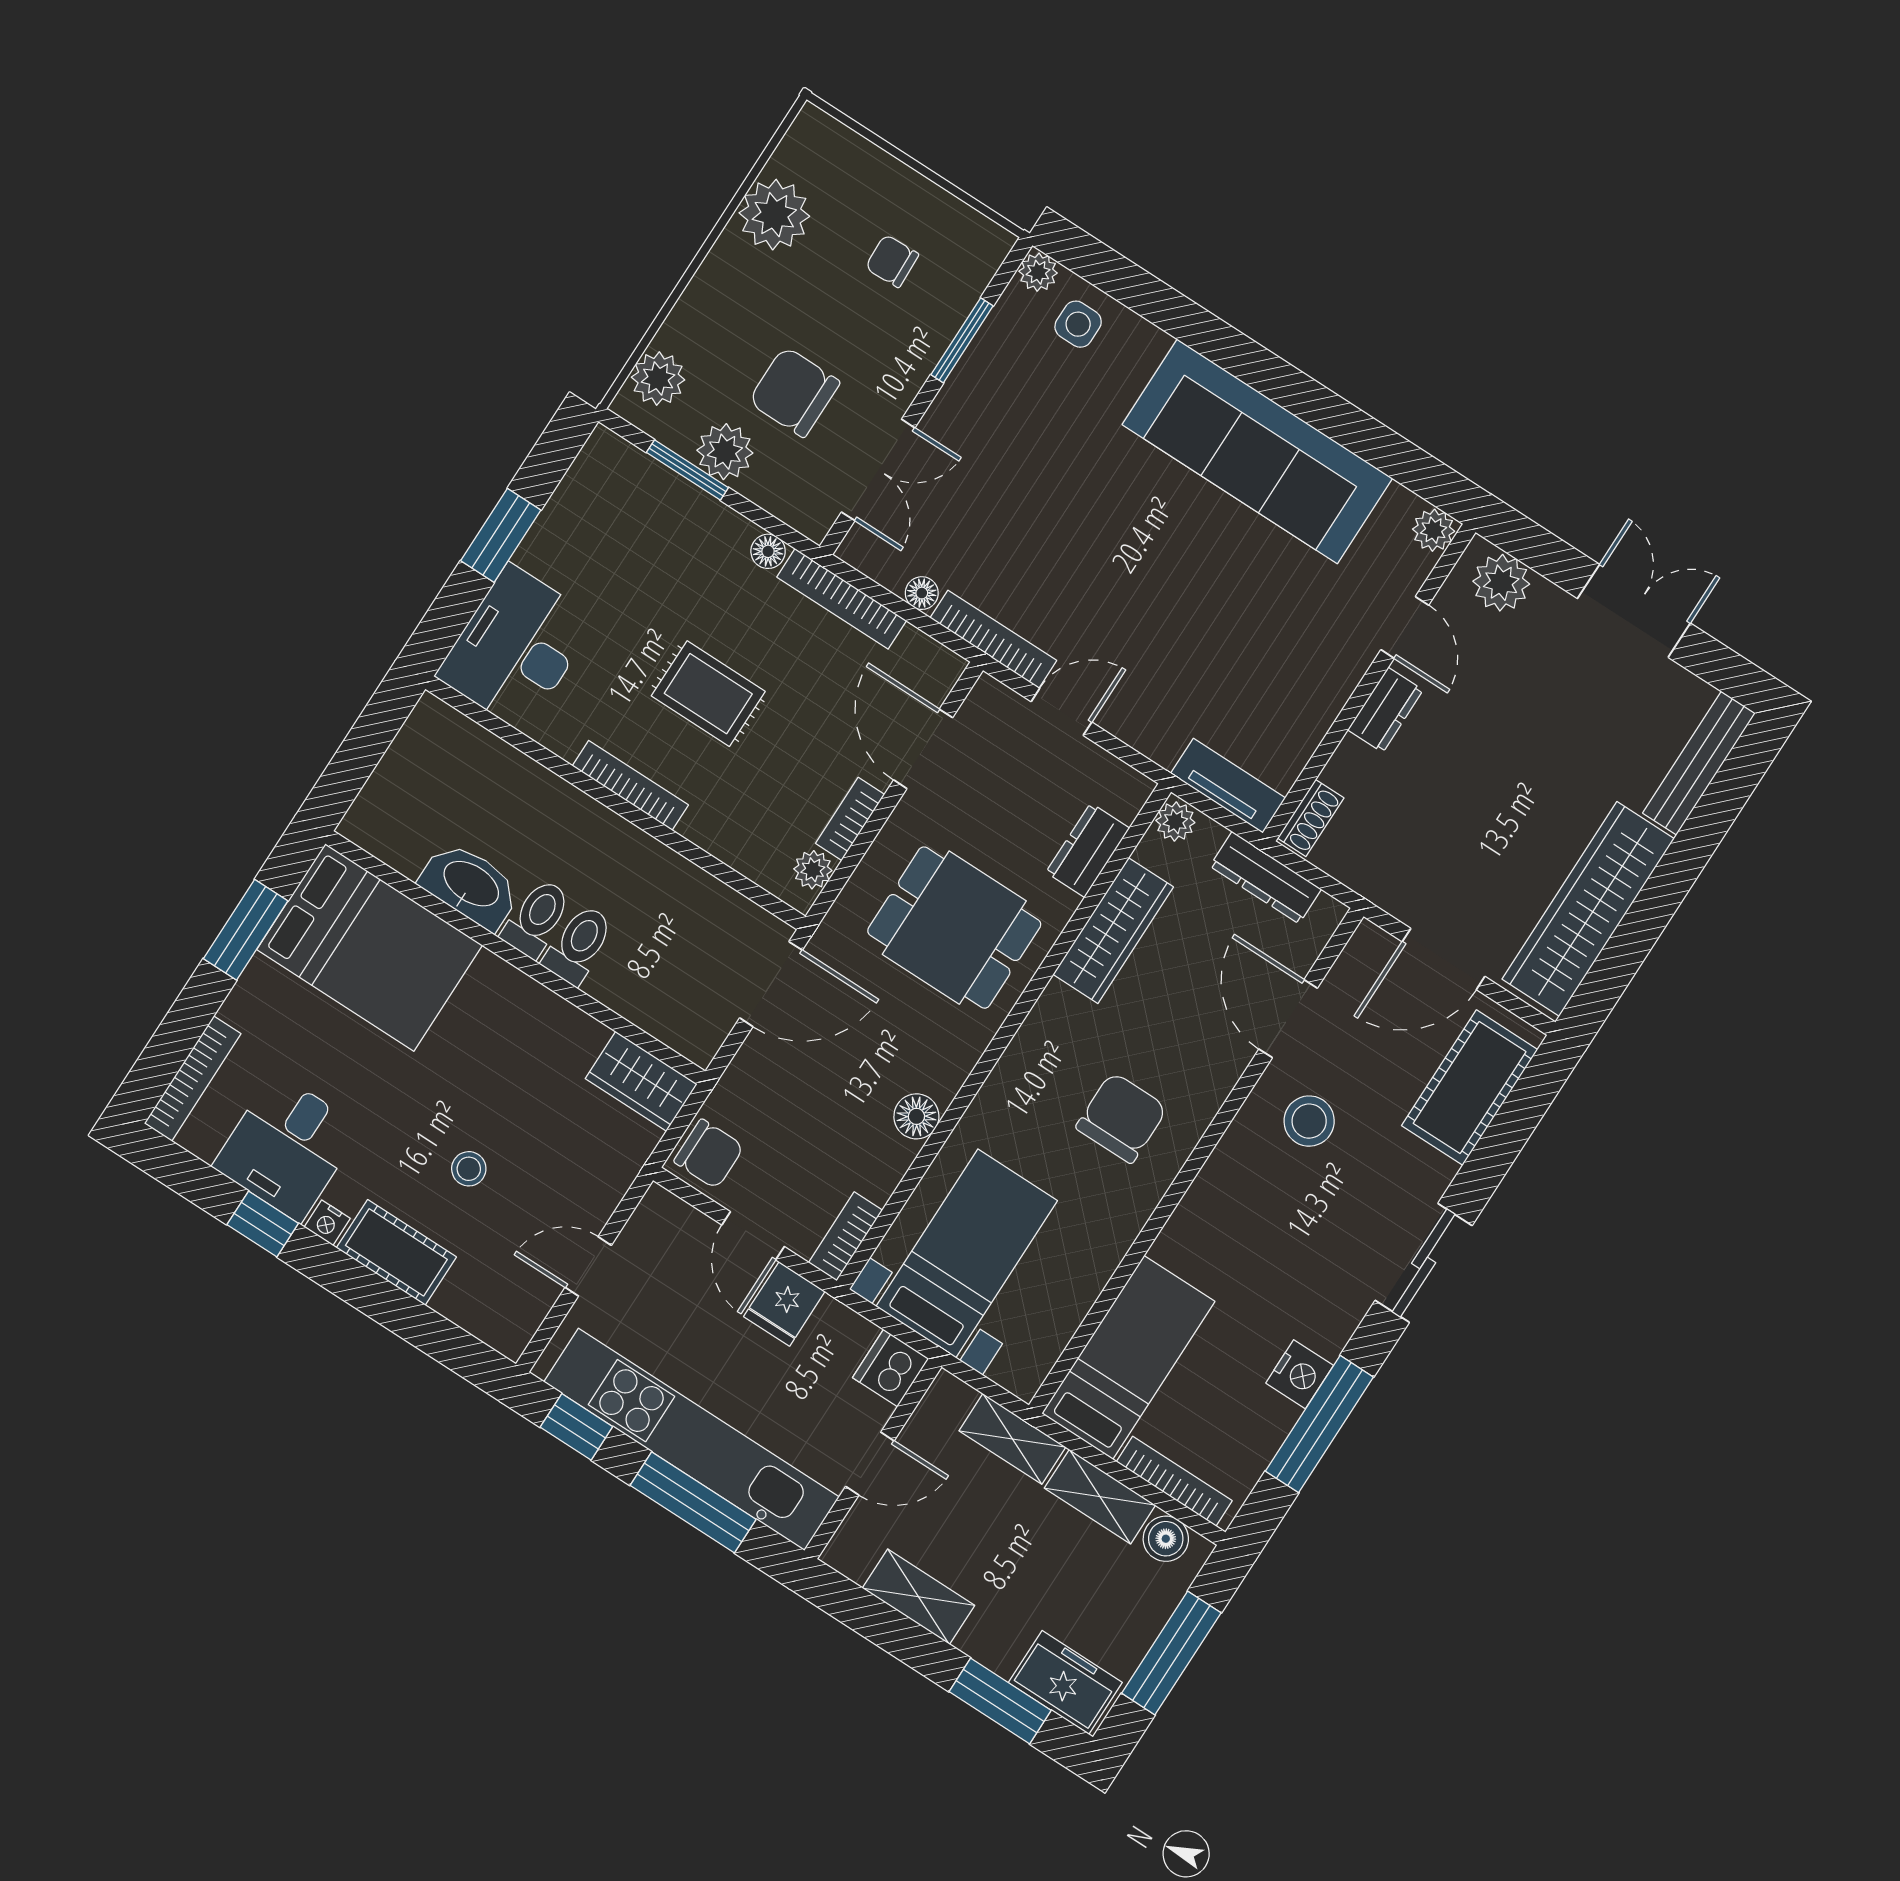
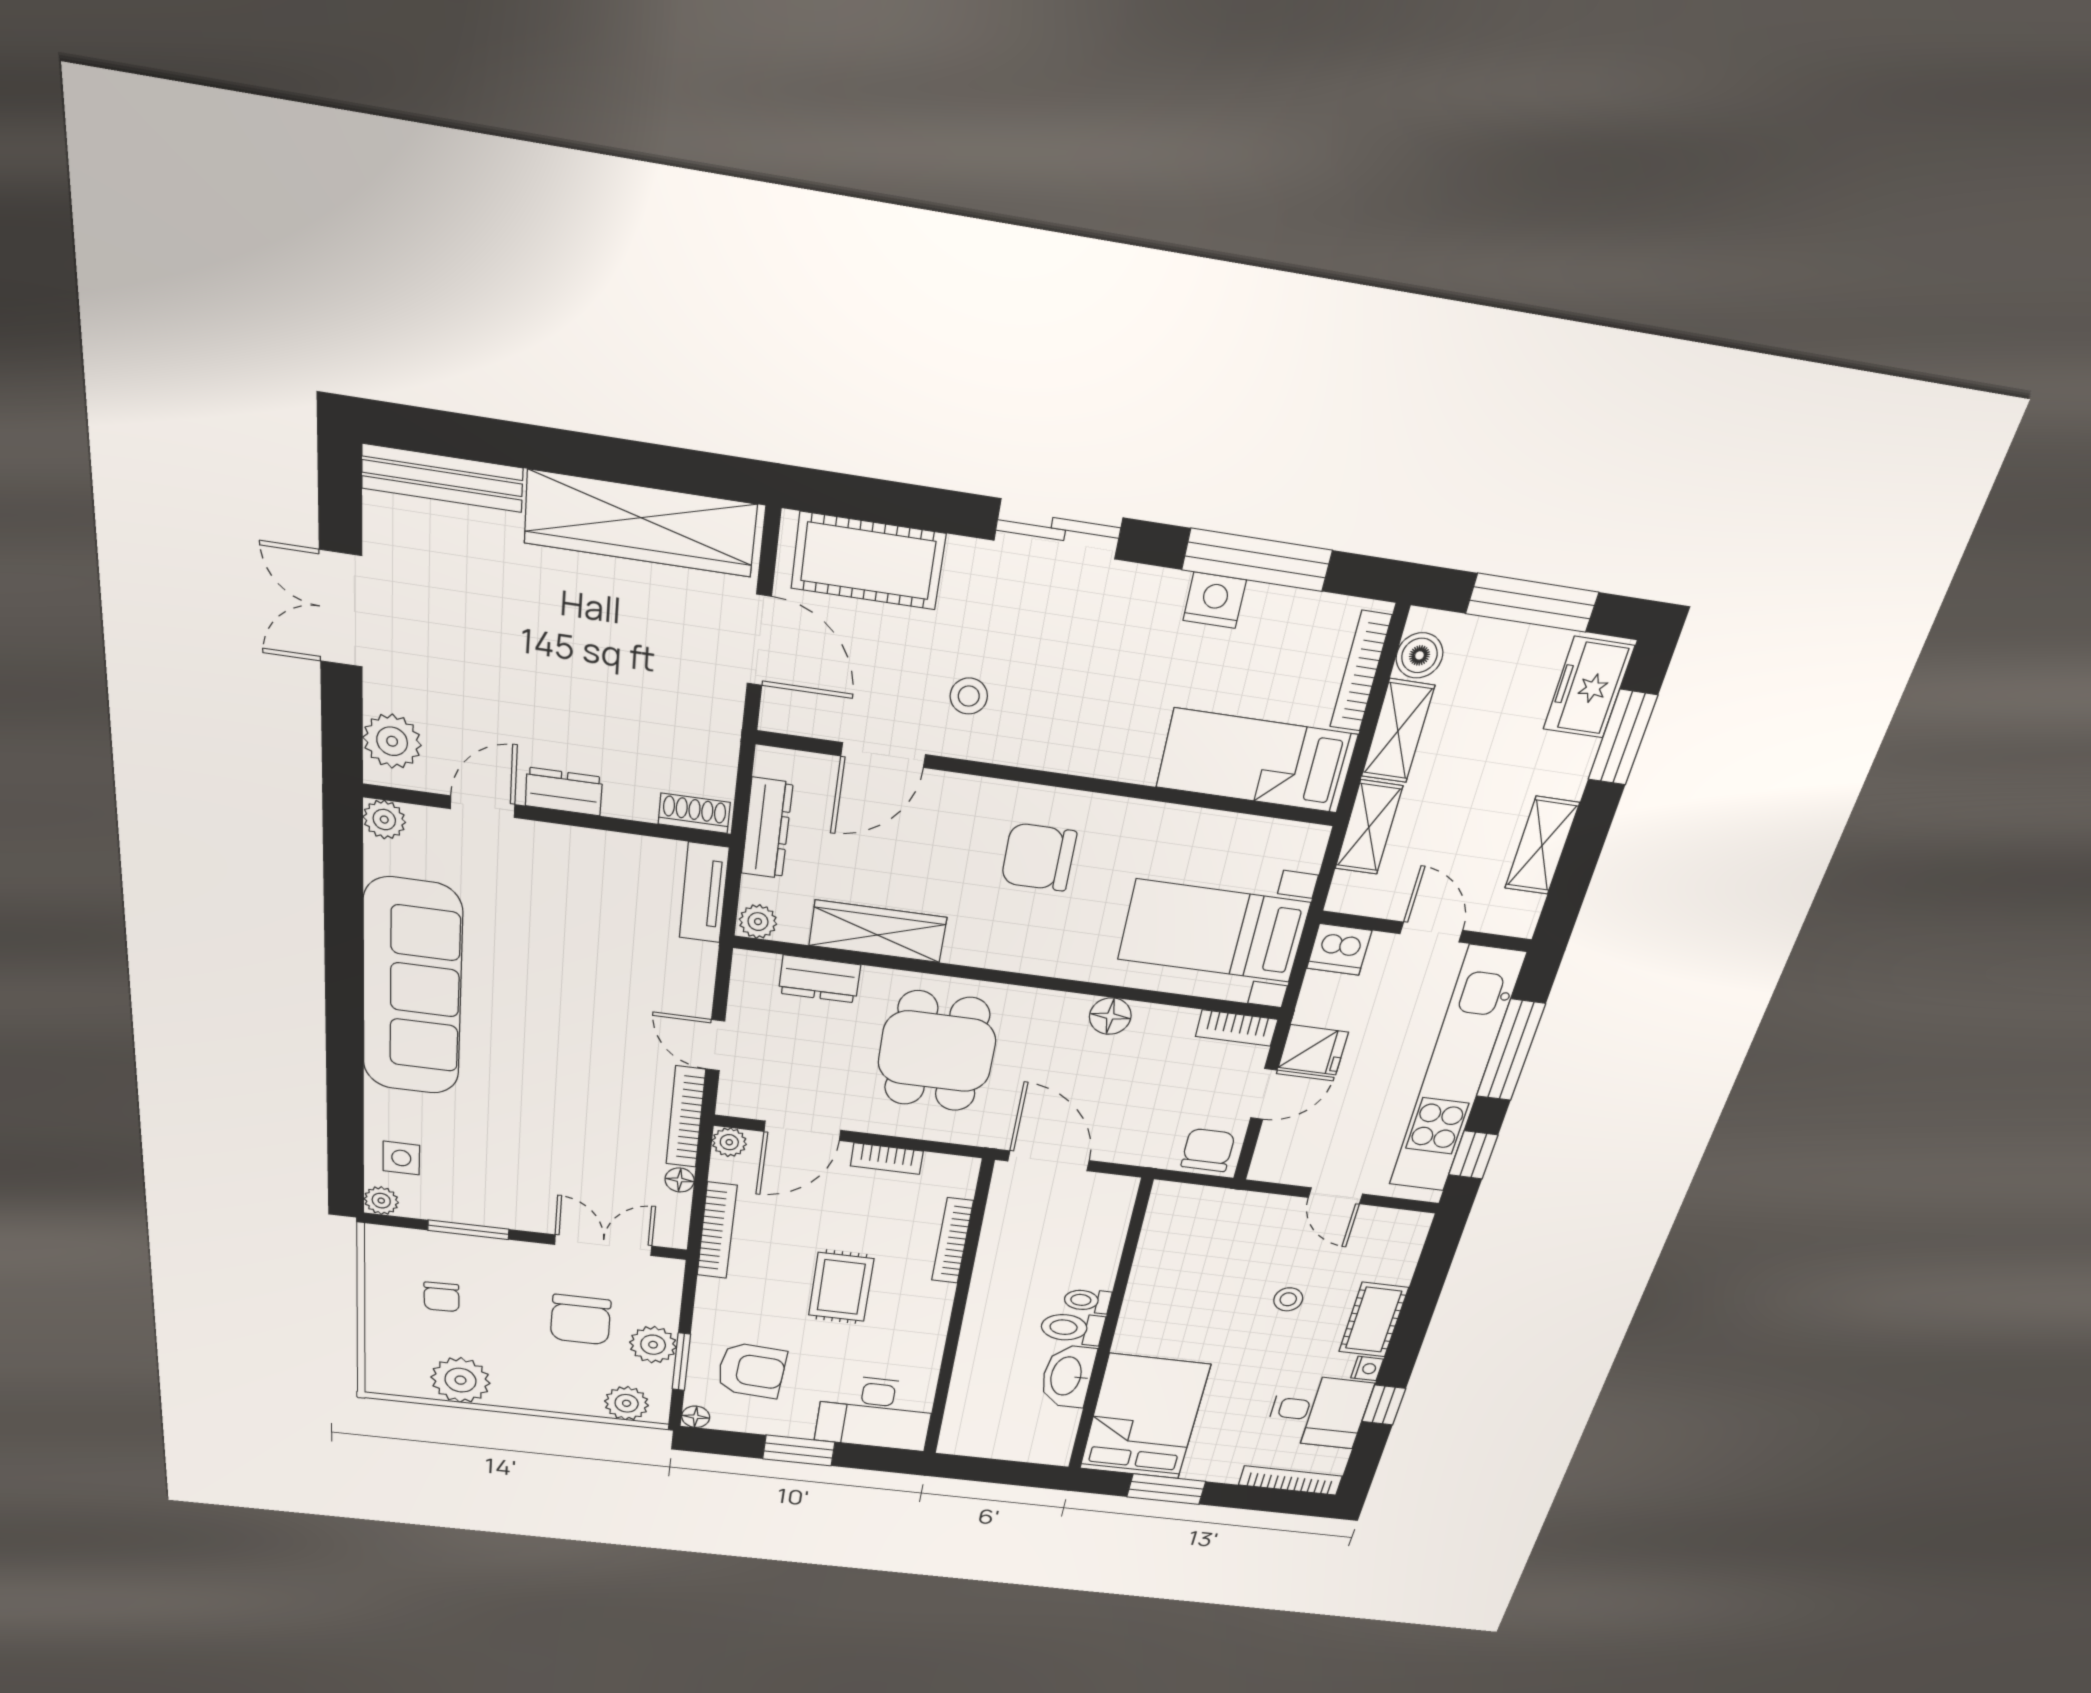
armchair: (640, 541) -> (752, 1370), added
floor lamp: (768, 551) -> (696, 1417), moved
bookcase: (630, 785) -> (952, 1241), moved
plant: (813, 870) -> (729, 1142), moved
toilet: (579, 945) -> (1087, 1301), width x0.73, depth x0.72
wardrobe: (641, 1081) -> (1169, 1217), removed
stool: (1309, 1121) -> (969, 696), width x0.73, depth x0.73

